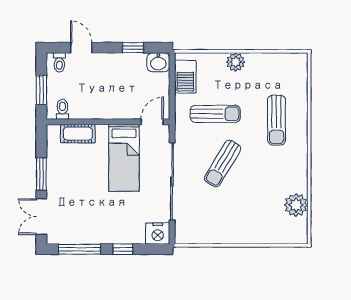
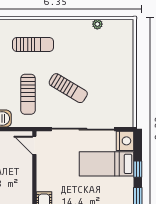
sun lounger: (215, 114) -> (28, 94), turned 180
bed: (124, 158) -> (106, 164), moved, turned 180
plant: (296, 205) -> (97, 24), width x0.53, depth x0.53

